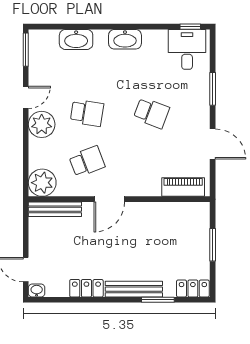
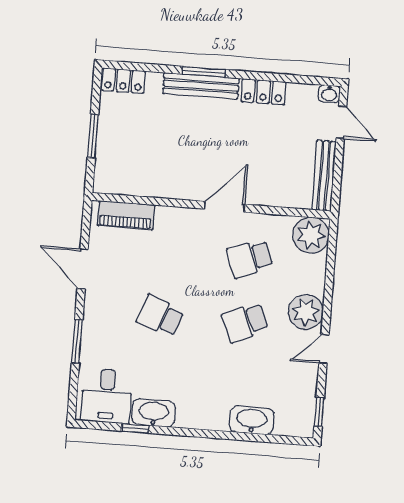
window: (190, 27) -> (135, 428), moved
washbasin: (125, 39) -> (154, 413), moved
window: (26, 50) -> (319, 412), width x0.67
school desk: (87, 113) -> (245, 323), turned -33
bench: (55, 209) -> (324, 176), moved, turned 90
window: (158, 300) -> (204, 72), moved

